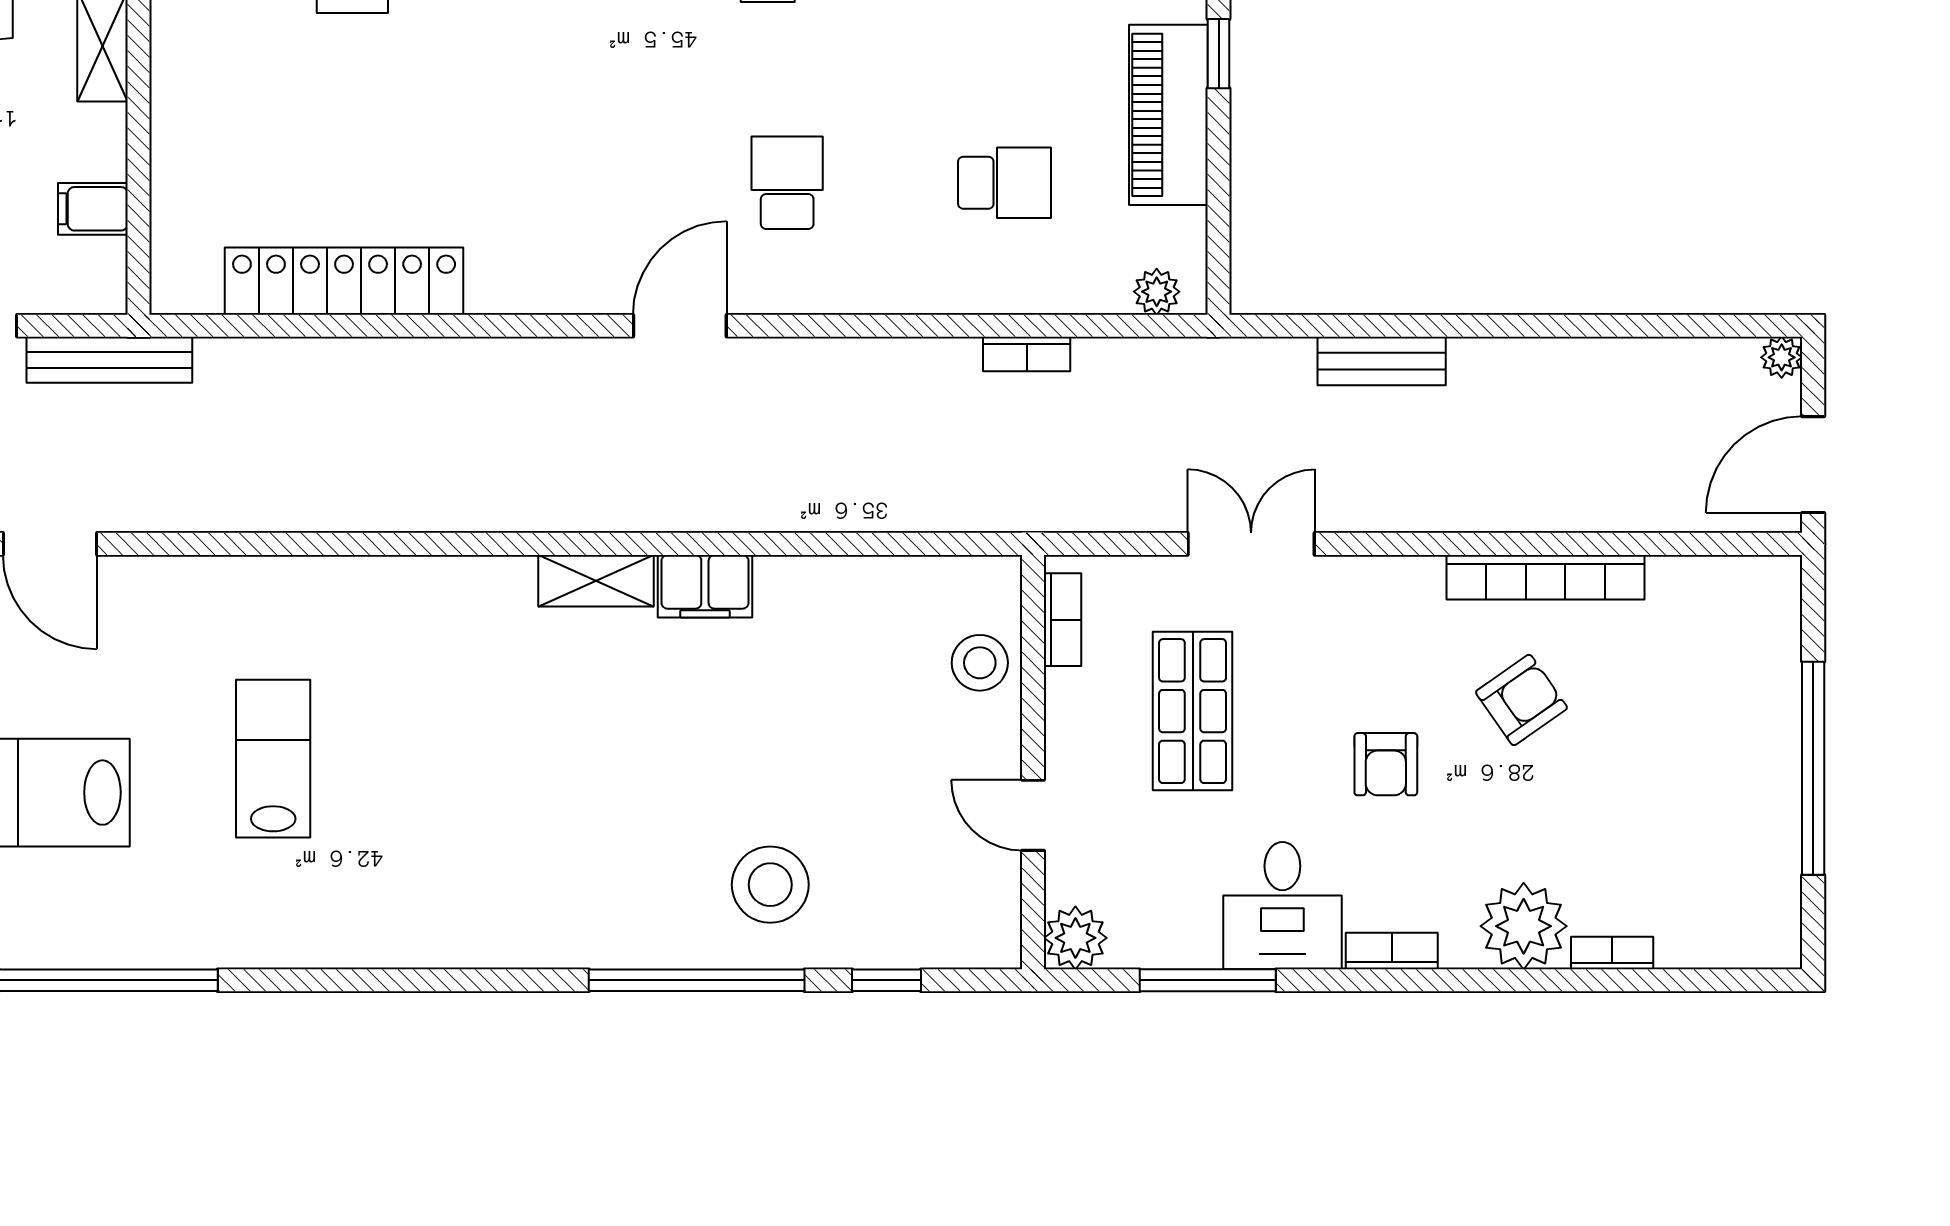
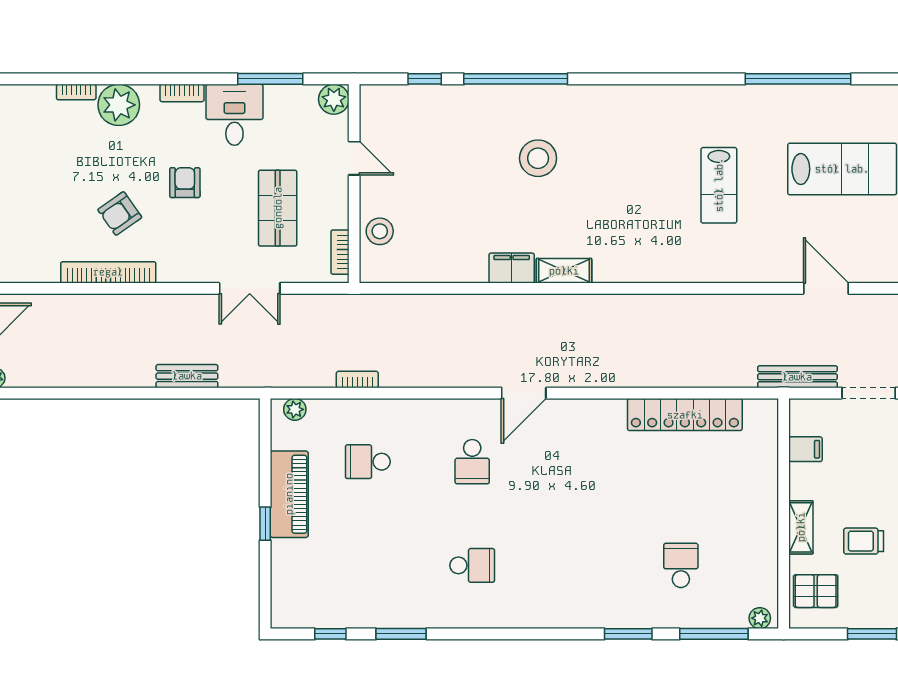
stool: (770, 885) -> (538, 158), moved

